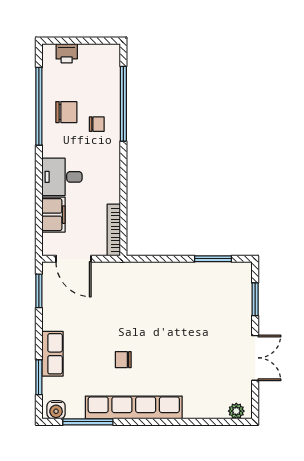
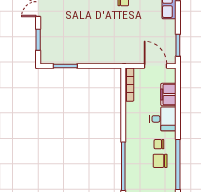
chair: (97, 124) -> (159, 144), moved

